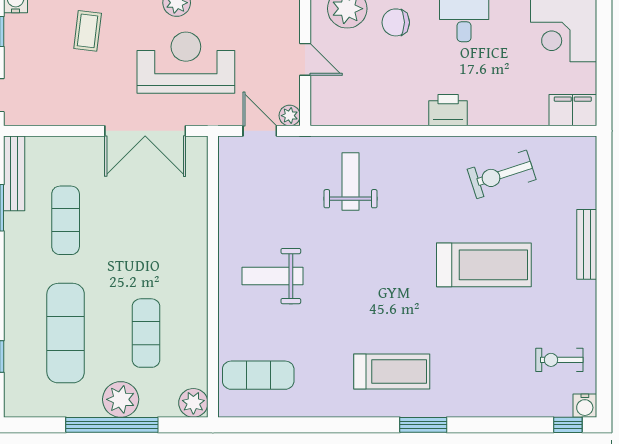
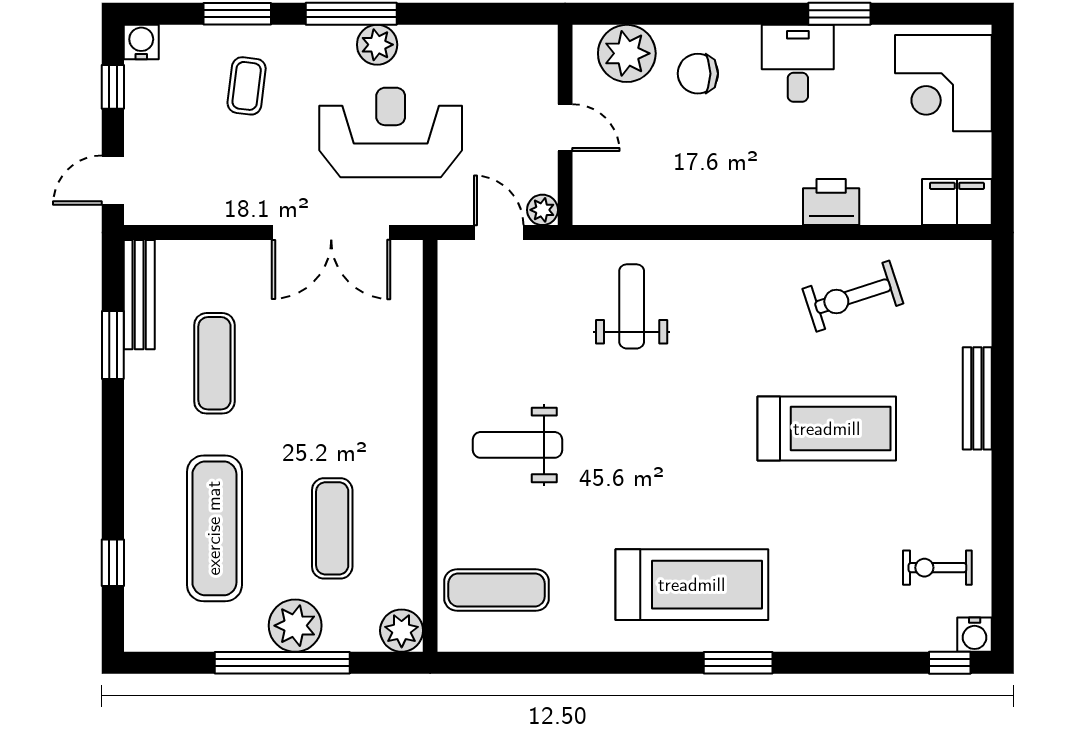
printer: (448, 110) -> (831, 202), moved
treadmill: (392, 371) -> (692, 585), width x1.37, depth x1.38

